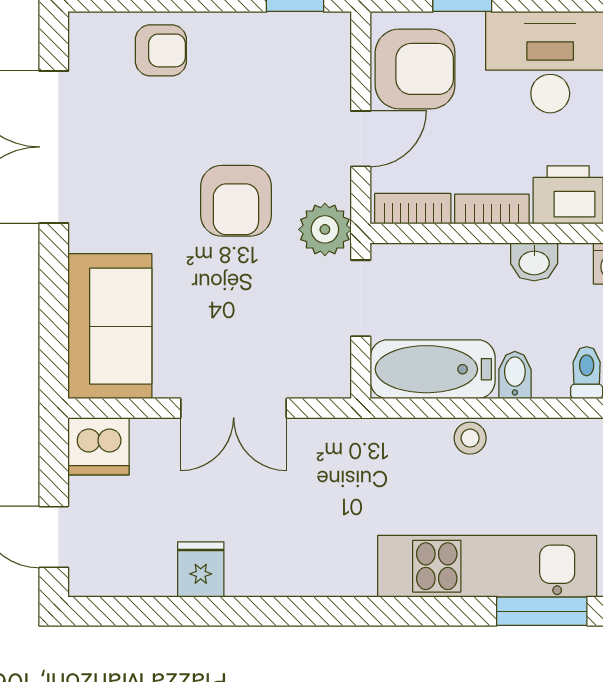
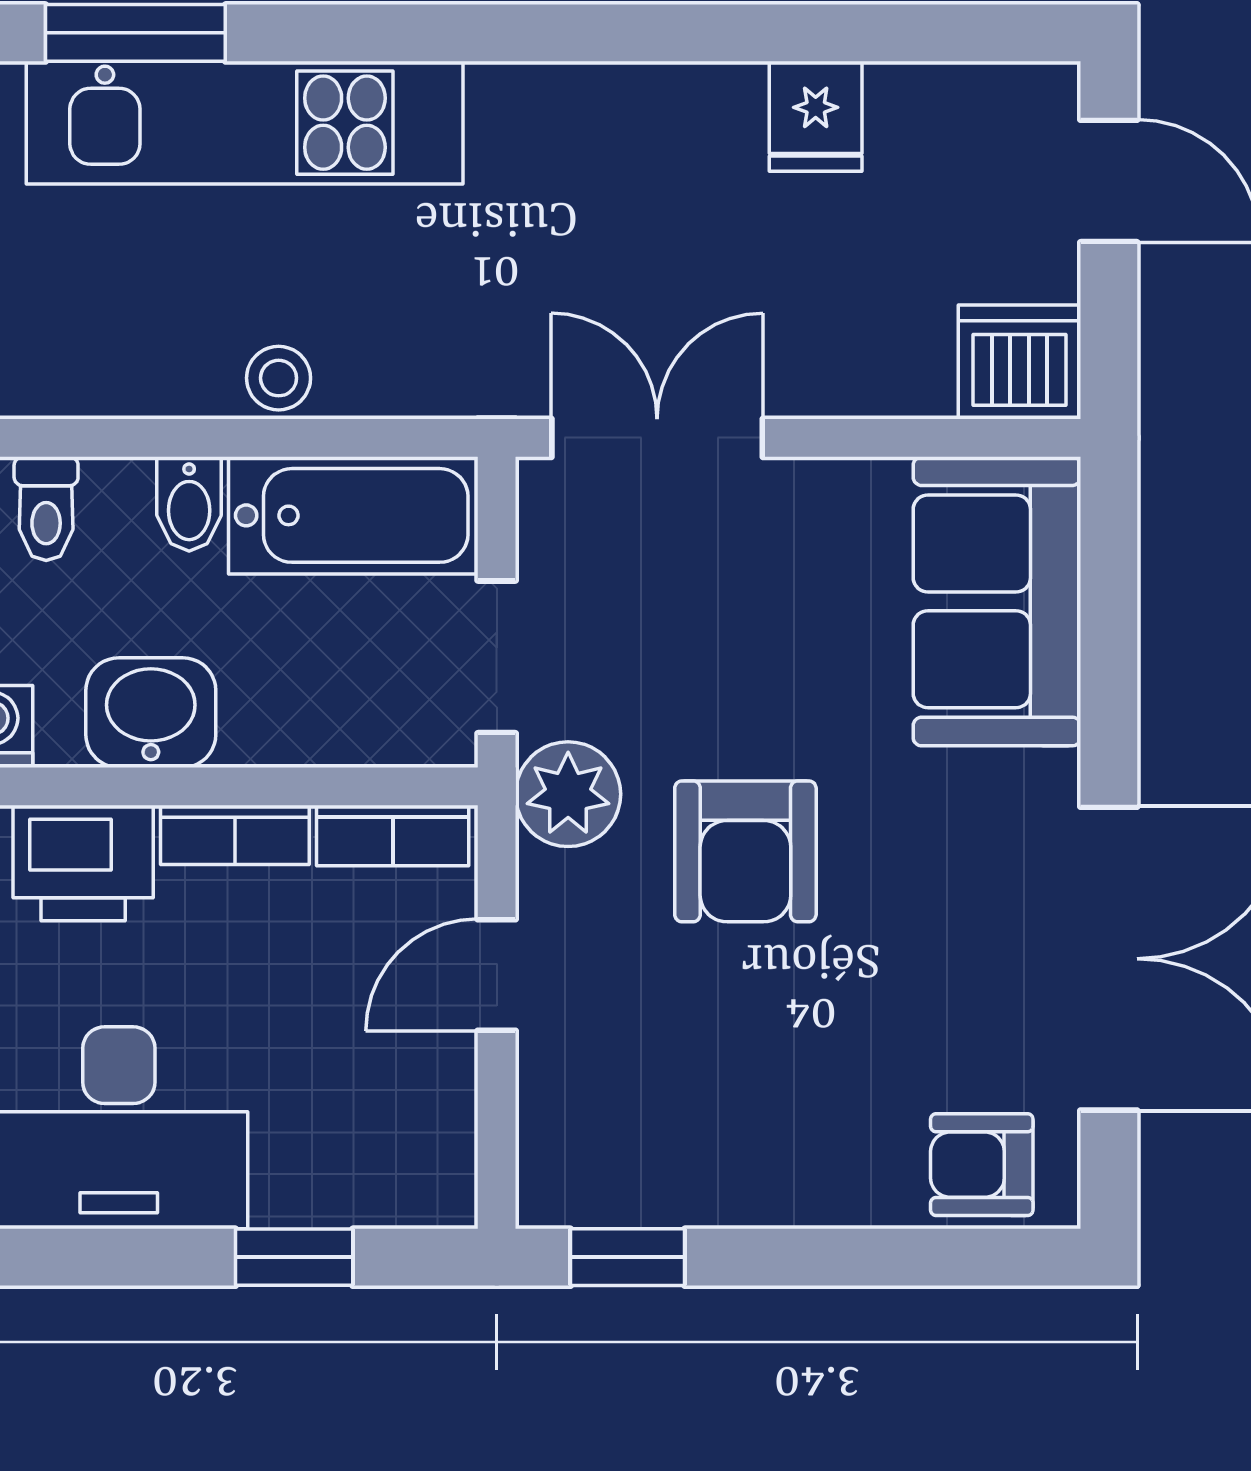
armchair: (161, 50) -> (982, 1165), moved
armchair: (415, 69) -> (388, 1114), removed
armchair: (236, 201) -> (745, 851), turned 180
washbasin: (534, 262) -> (151, 713), width x1.38, depth x1.45
double door: (234, 408) -> (657, 438), moved

